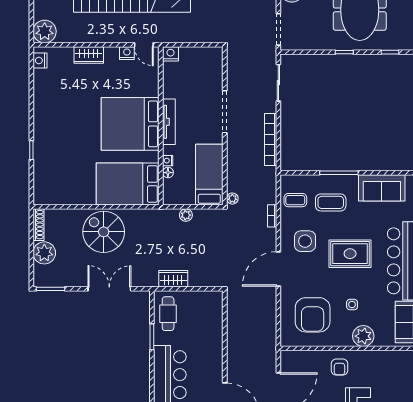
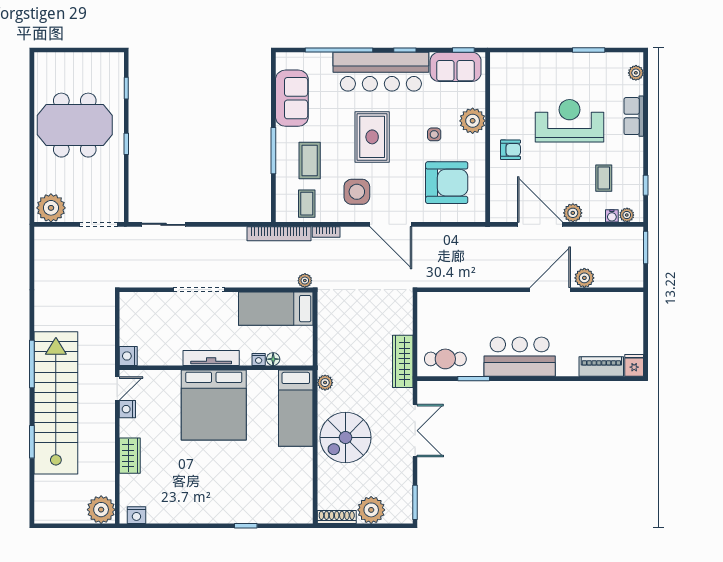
bookcase: (271, 140) -> (279, 234), moved
bed: (128, 184) -> (296, 408), width x0.67
plant: (186, 215) -> (325, 383), moved
wardrobe: (173, 279) -> (403, 361), width x1.50
double door: (109, 289) -> (415, 431), swing flipped

